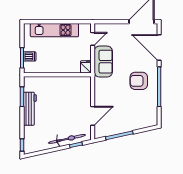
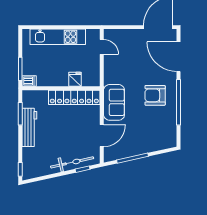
door: (93, 39) -> (102, 47), hinge flipped
dishwasher: (30, 56) -> (29, 81), moved
sofa: (103, 62) -> (114, 102), moved
fridge: (86, 67) -> (75, 79), moved
locker: (69, 83) -> (74, 97), added

